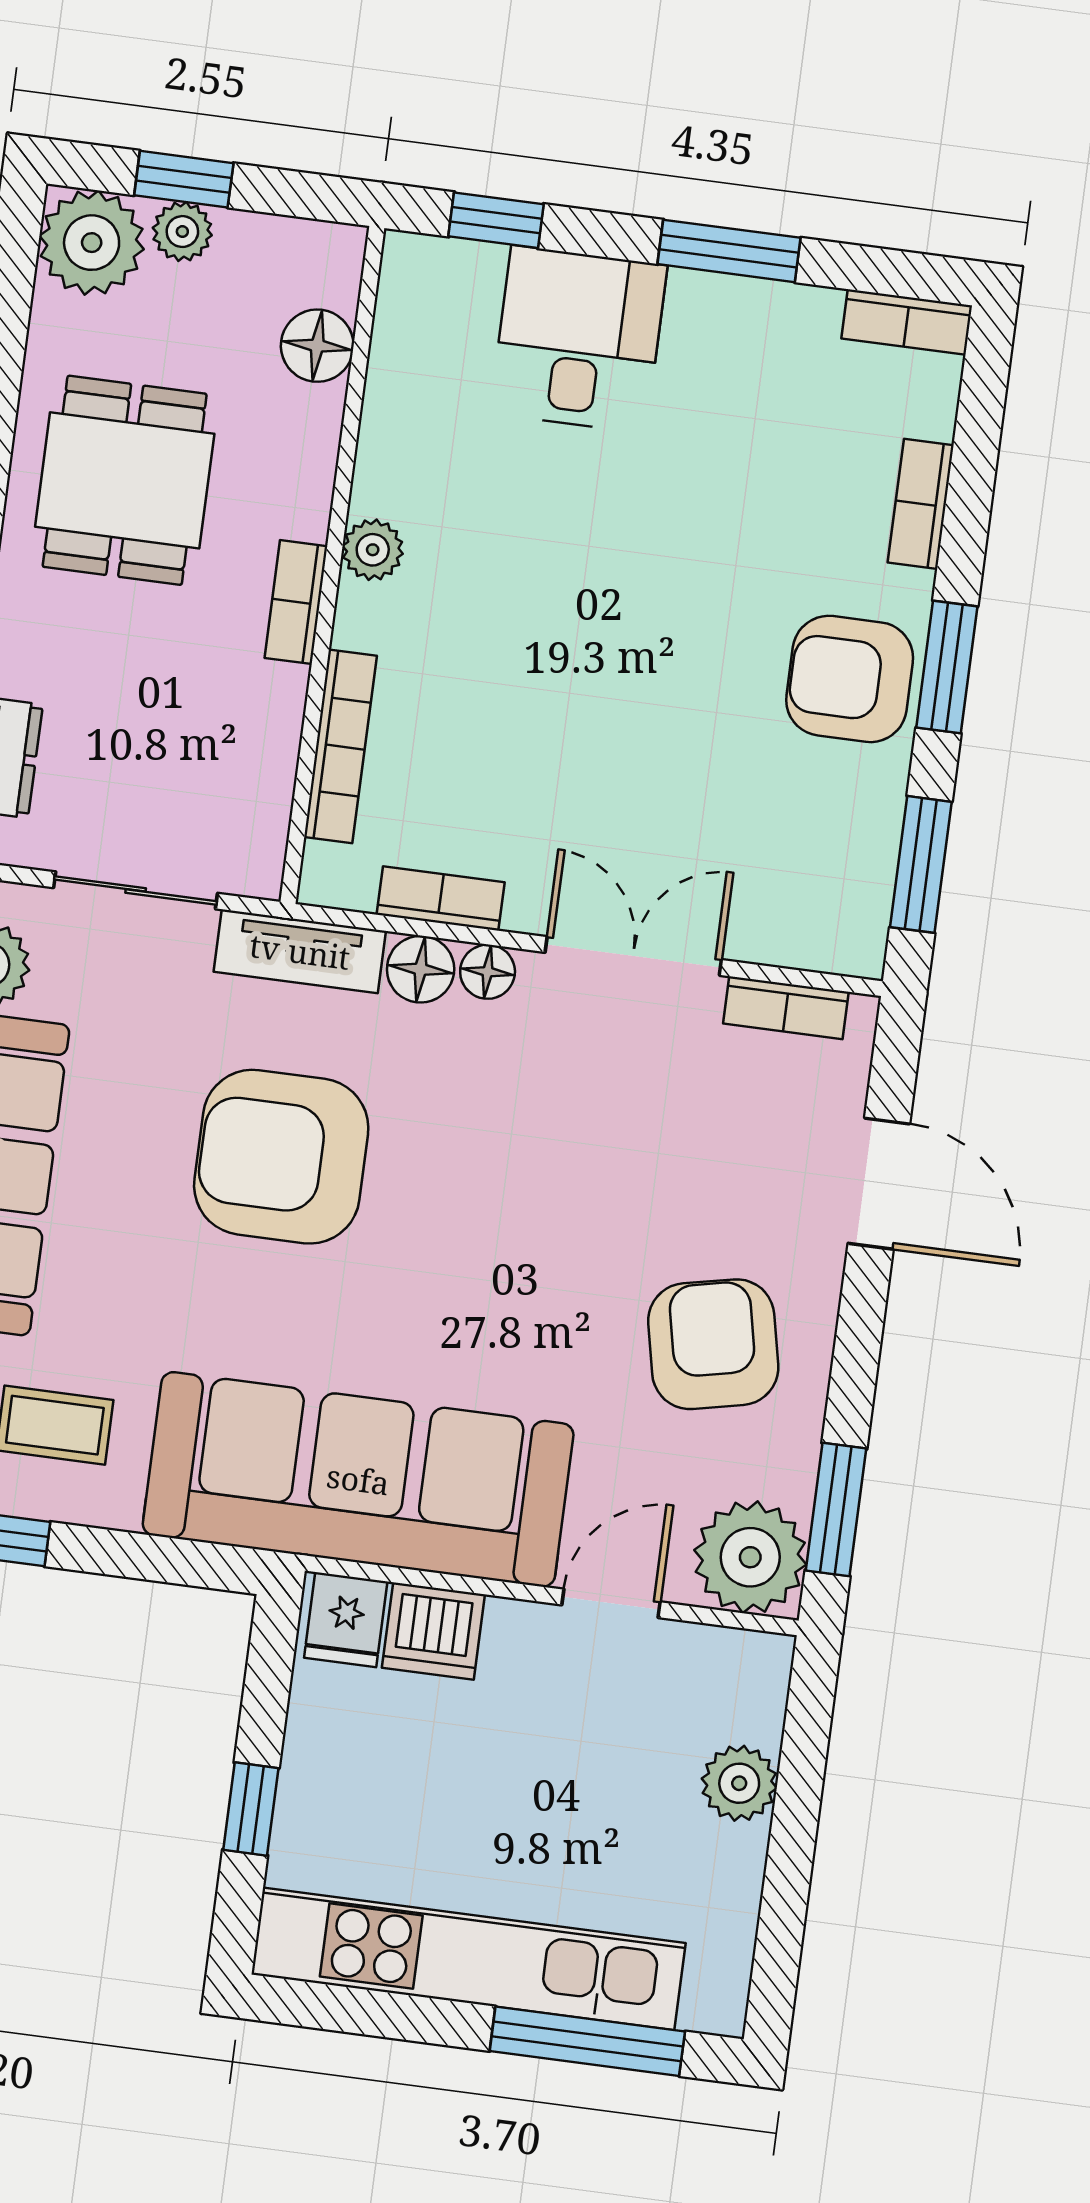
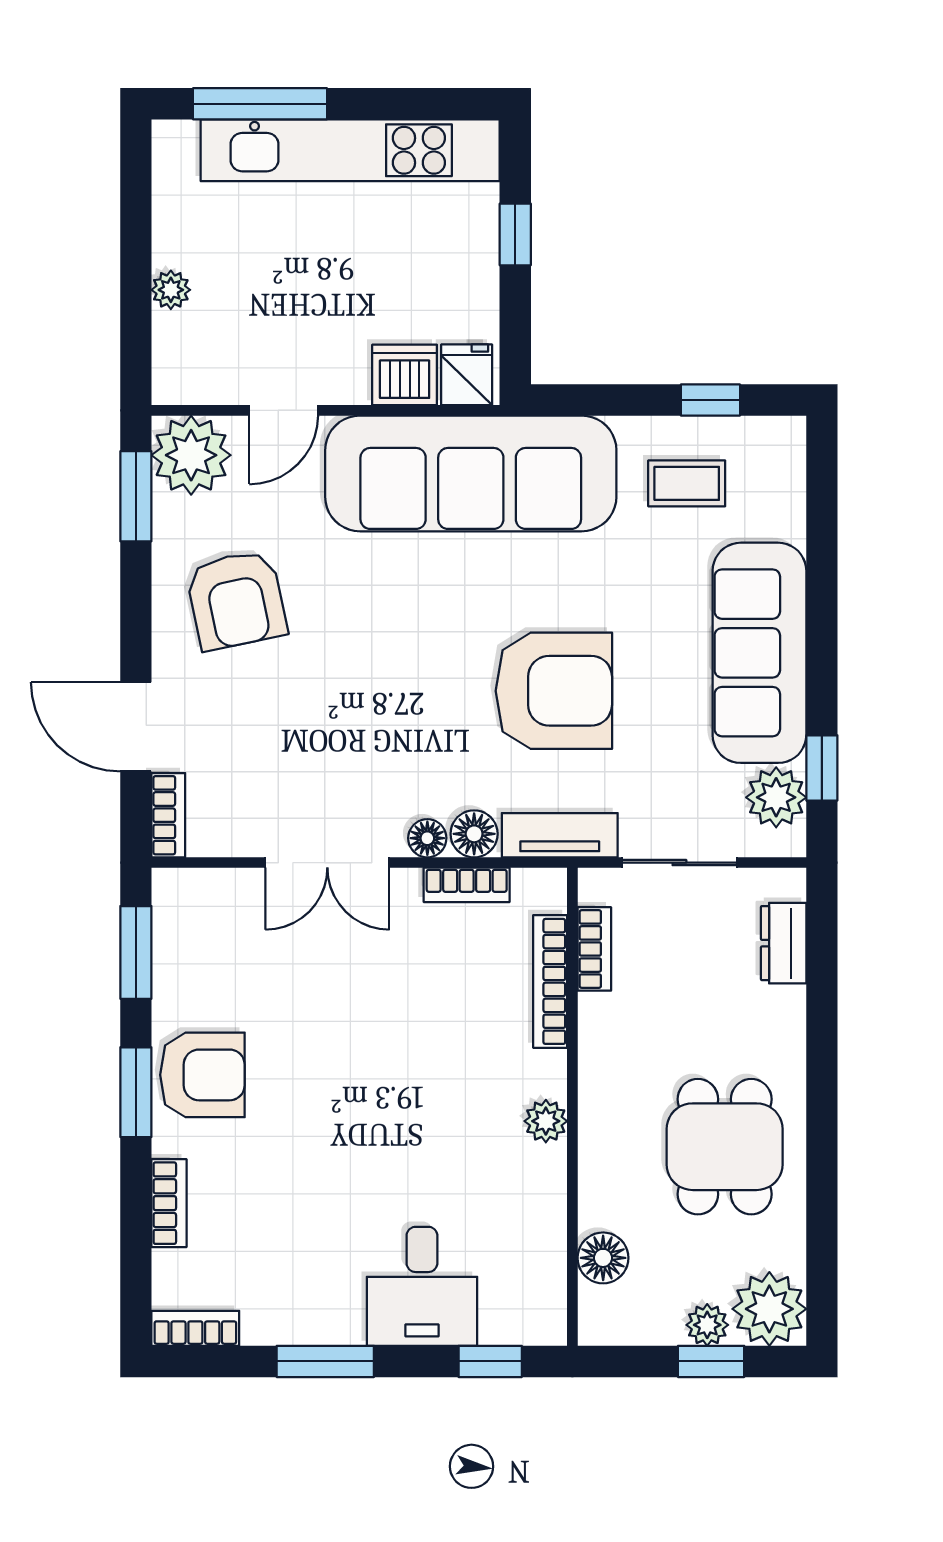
bookcase: (296, 602) -> (594, 949), moved
bookcase: (786, 1008) -> (168, 815), moved, turned 90
plant: (739, 1783) -> (171, 290), width x0.73, depth x0.73

